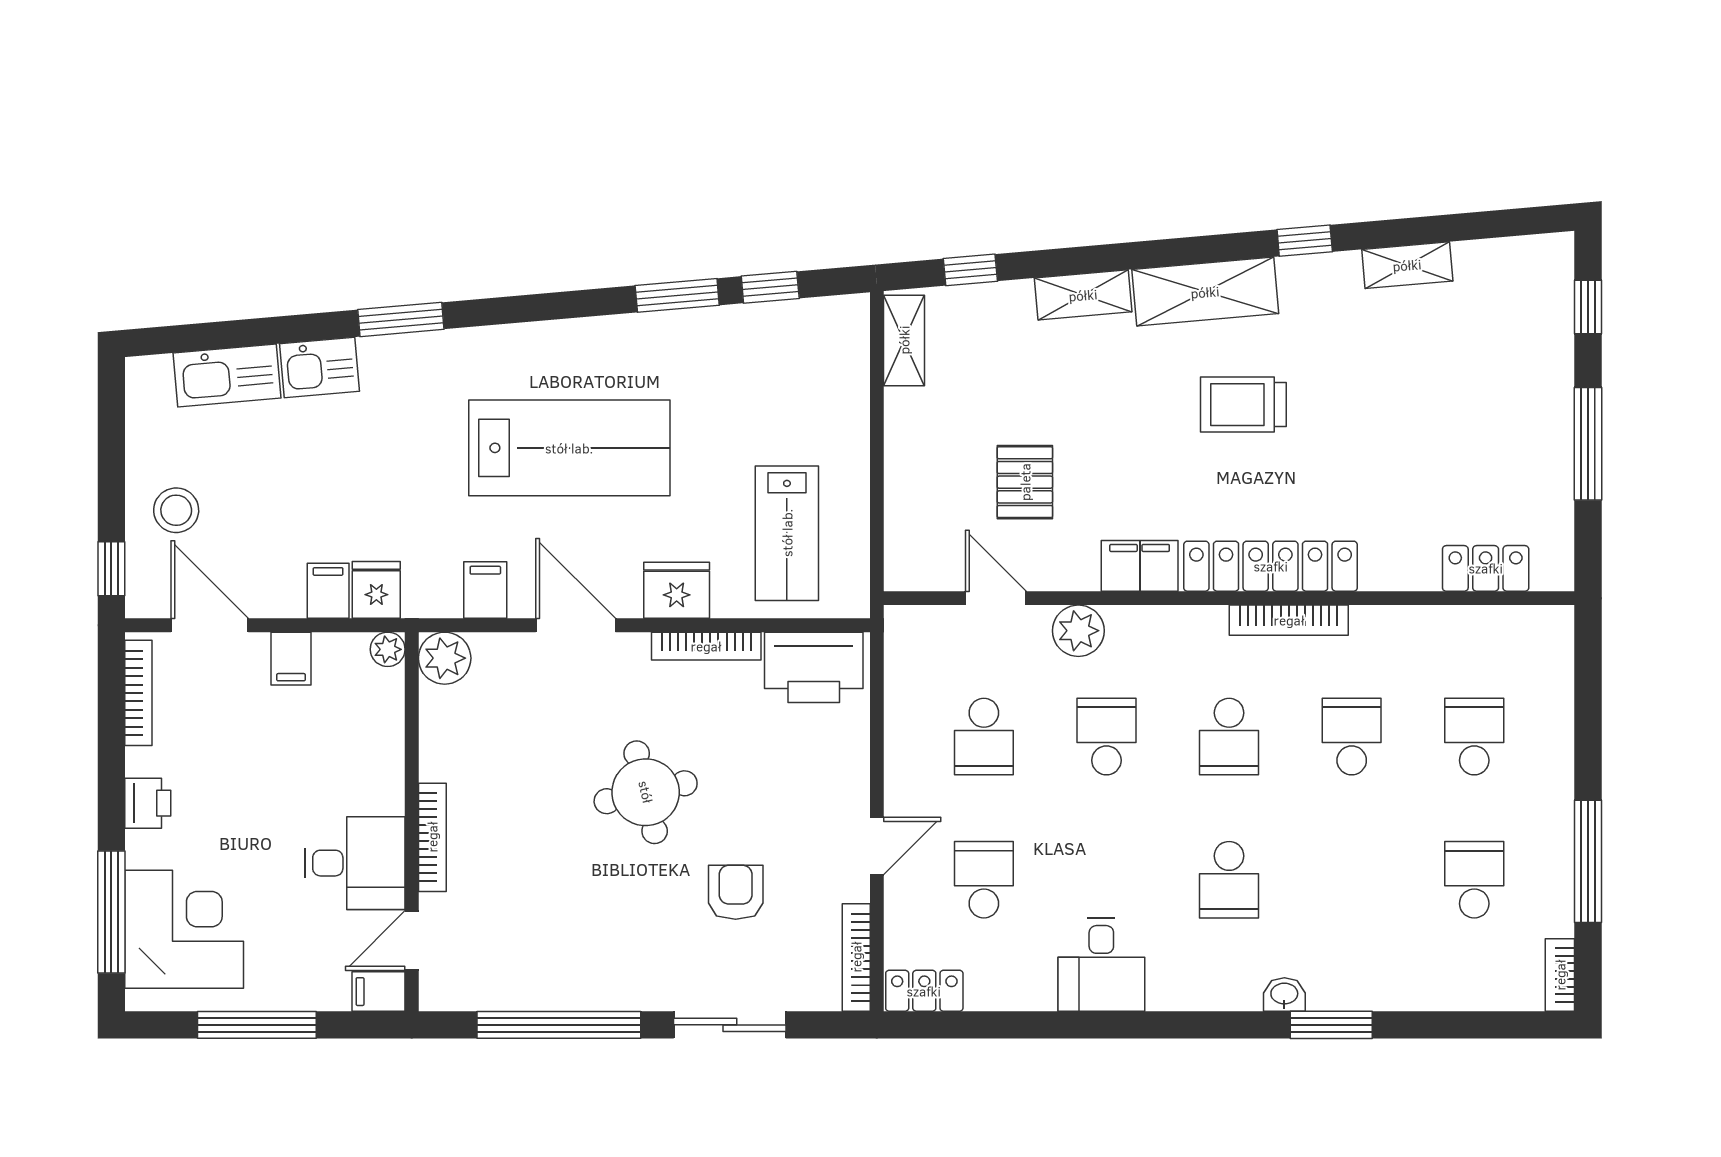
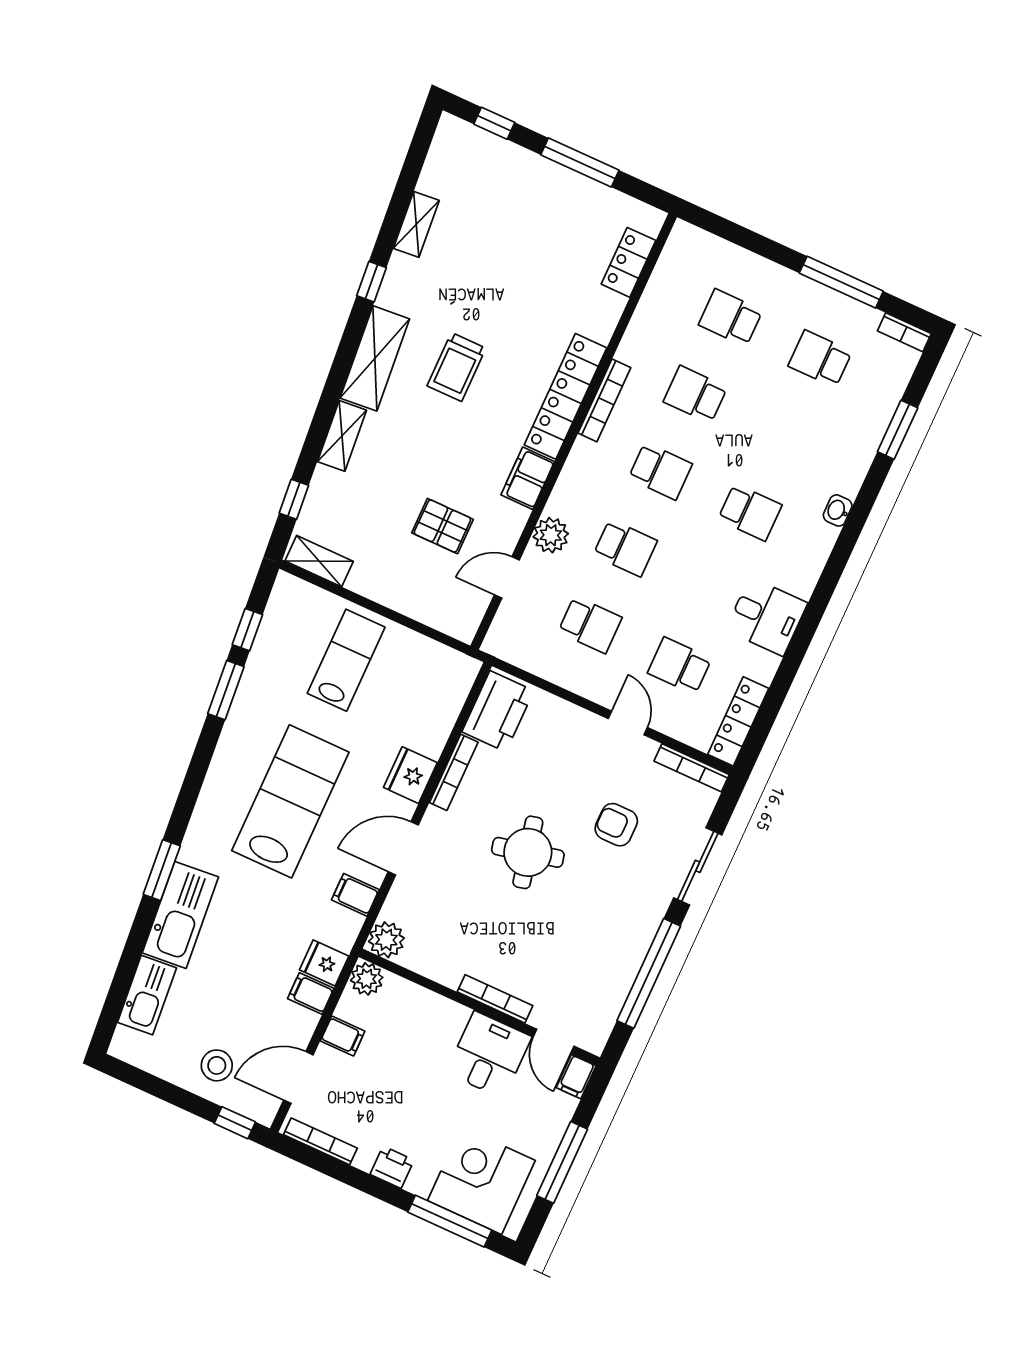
kitchen sink: (320, 368) -> (180, 915), width x1.88, depth x1.24
lab bench: (787, 533) -> (346, 660), moved, turned -90
plant: (388, 649) -> (367, 979), width x1.38, depth x1.38
school desk: (1106, 737) -> (625, 548), turned 180
locker: (924, 991) -> (738, 721), width x1.53
window: (1331, 1025) -> (898, 430), moved

